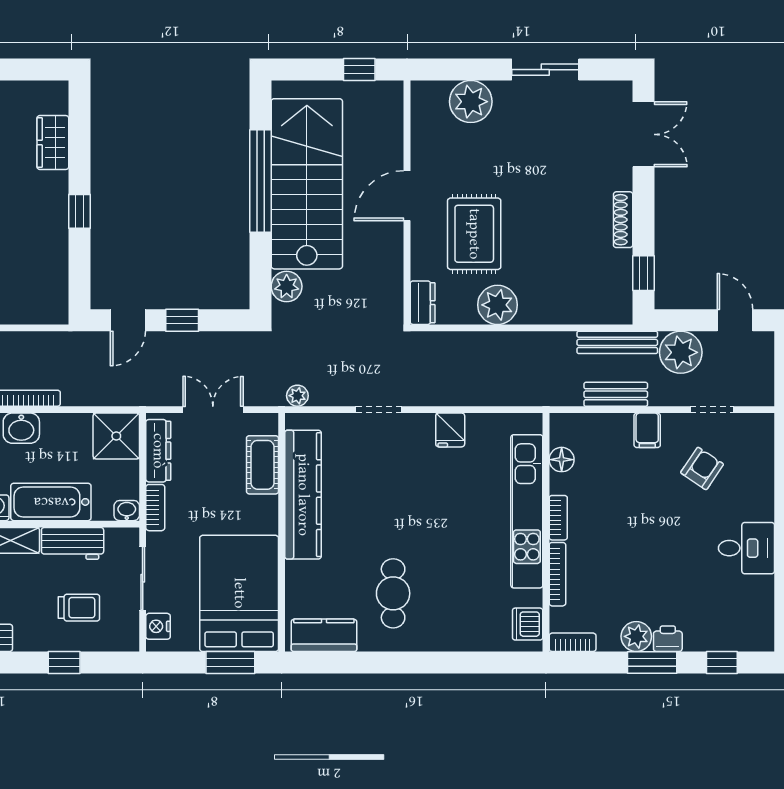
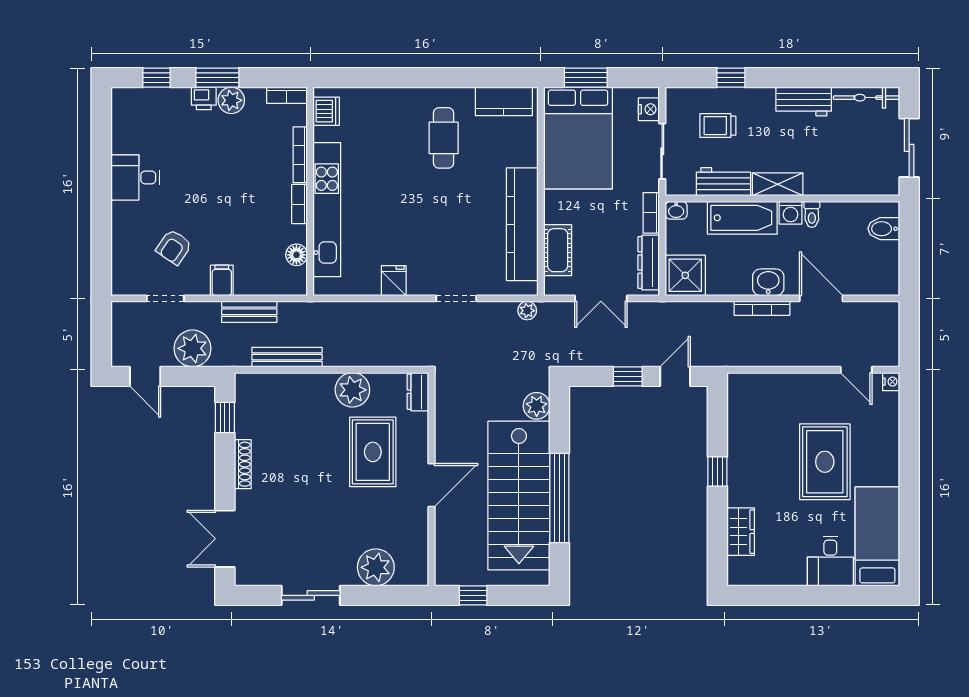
bench: (617, 342) -> (287, 357), moved

